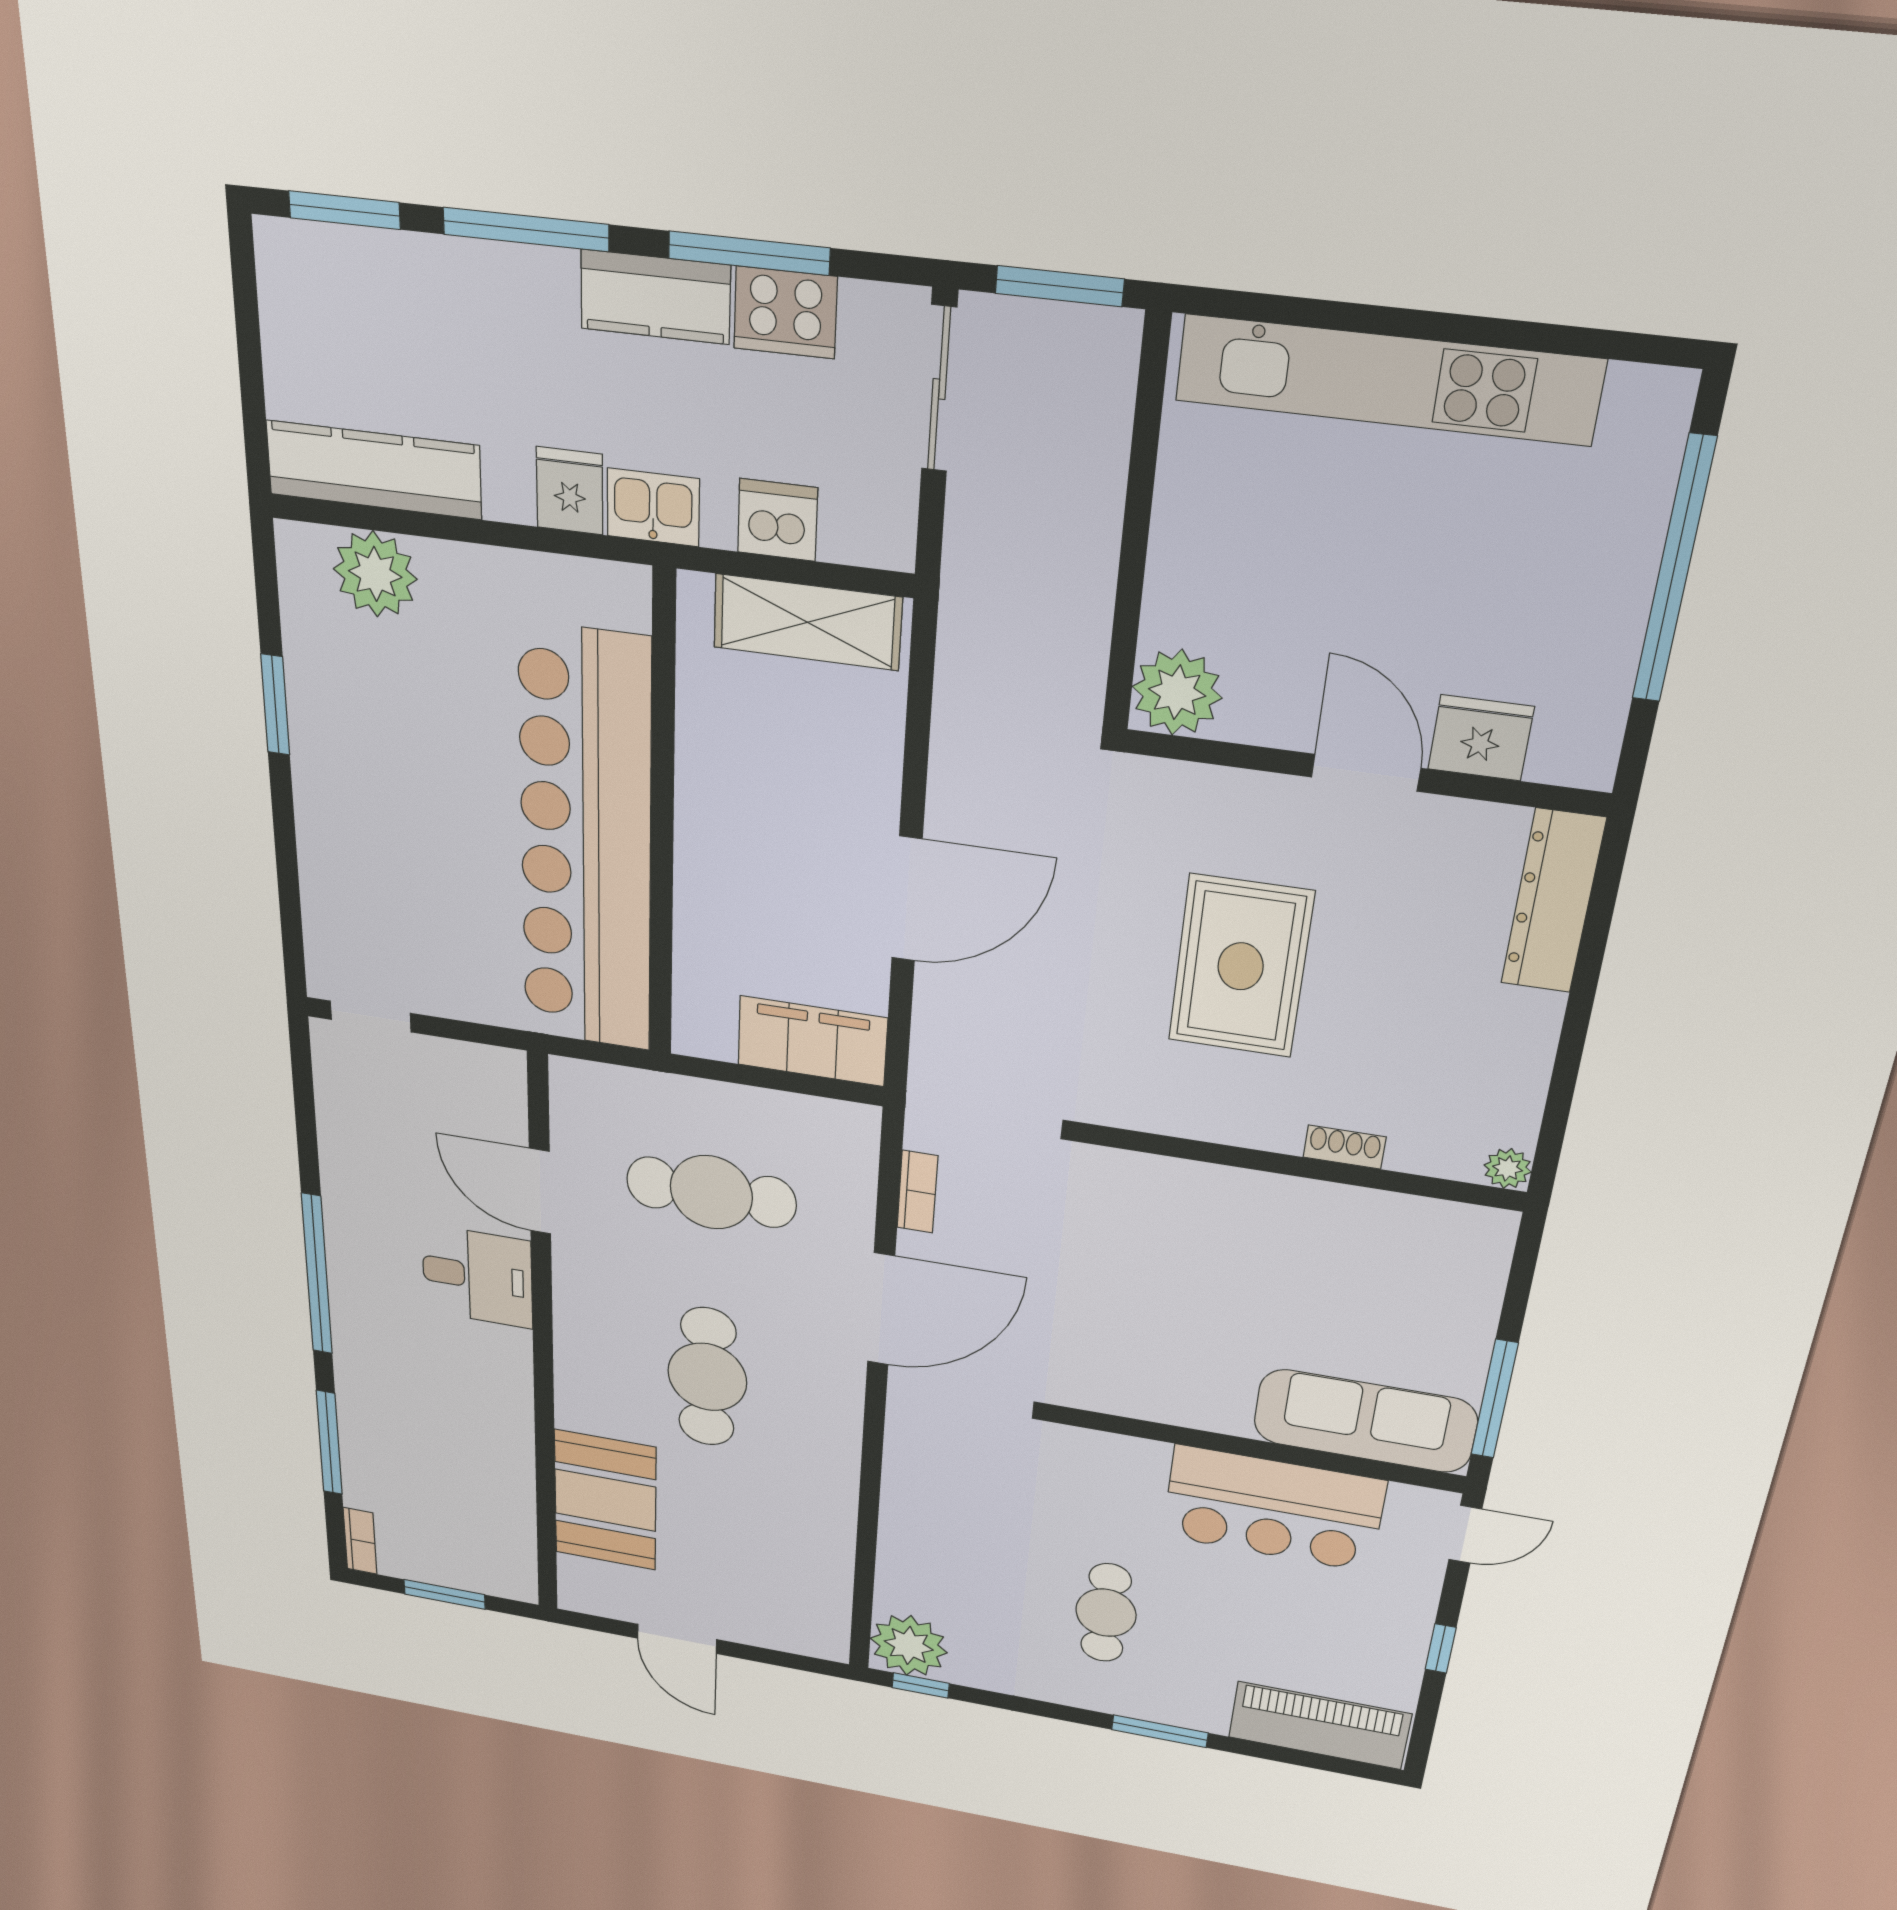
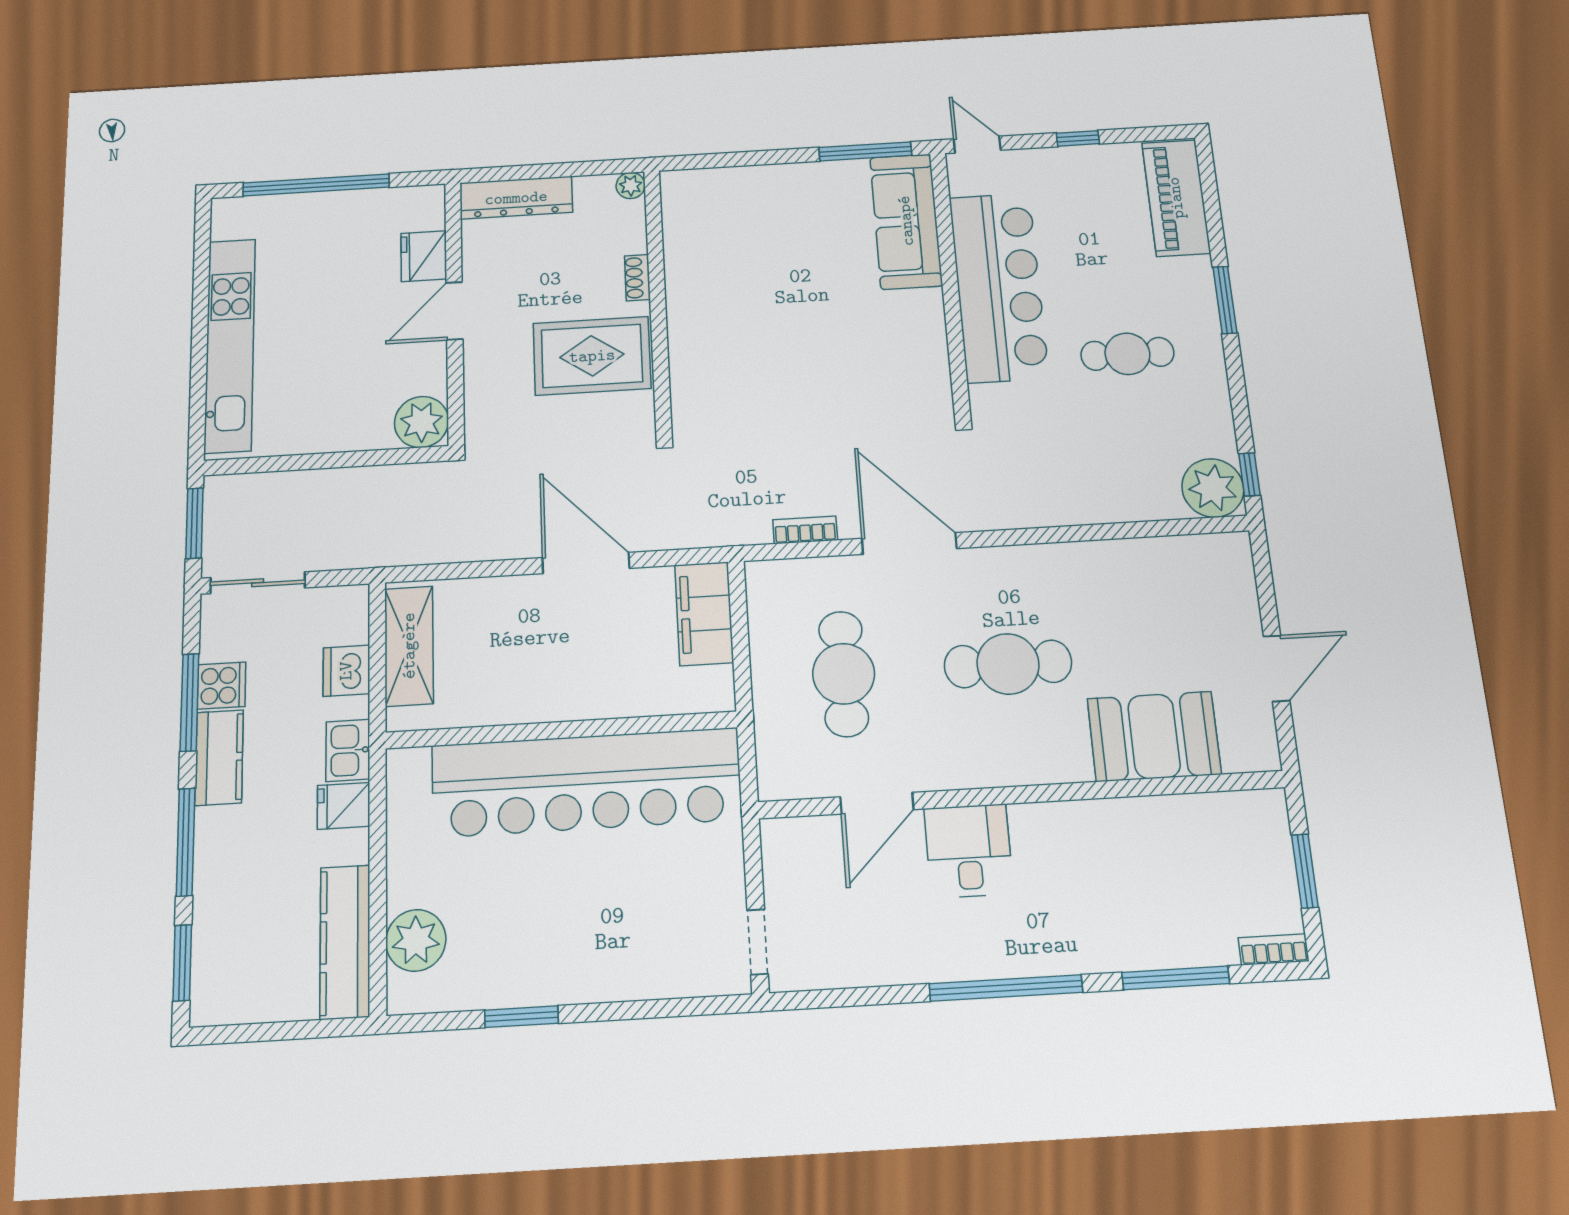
cooker: (785, 312) -> (221, 686), width x0.73
shoe rack: (1345, 1147) -> (637, 278), moved
wall: (1302, 1167) -> (658, 299), moved
plant: (1508, 1168) -> (631, 185), moved
bar counter: (1273, 1509) -> (999, 287), width x1.36

